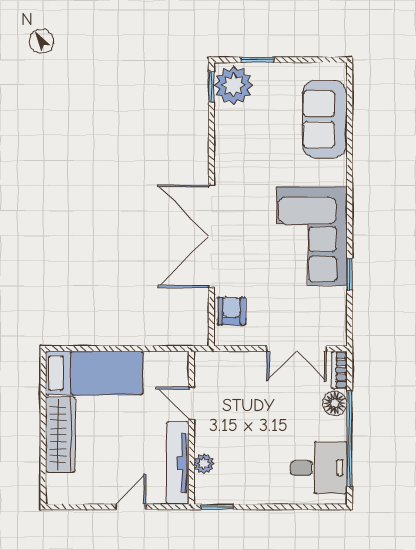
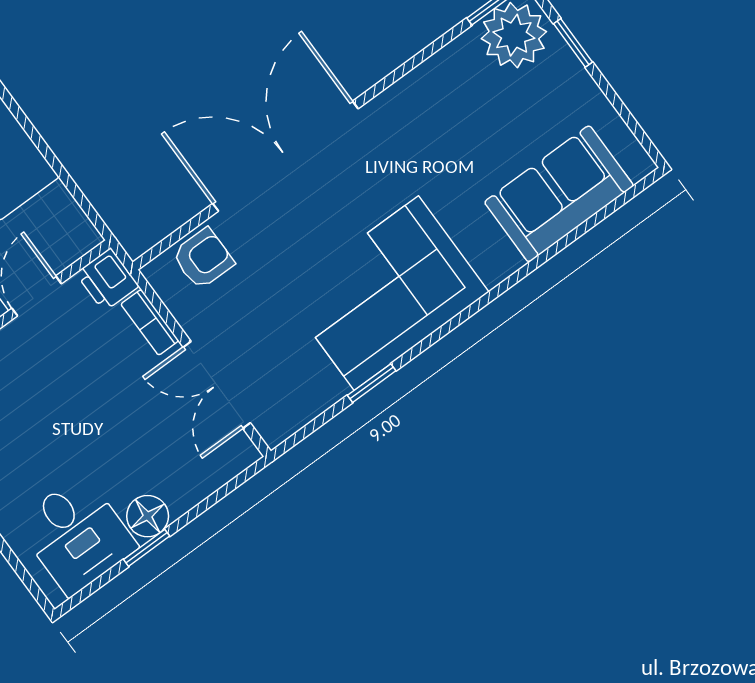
printer: (208, 364) -> (107, 280), added
bookcase: (339, 370) -> (150, 322), moved, turned -90
floor lamp: (335, 403) -> (148, 516), moved
window: (350, 439) -> (147, 548), width x0.32

